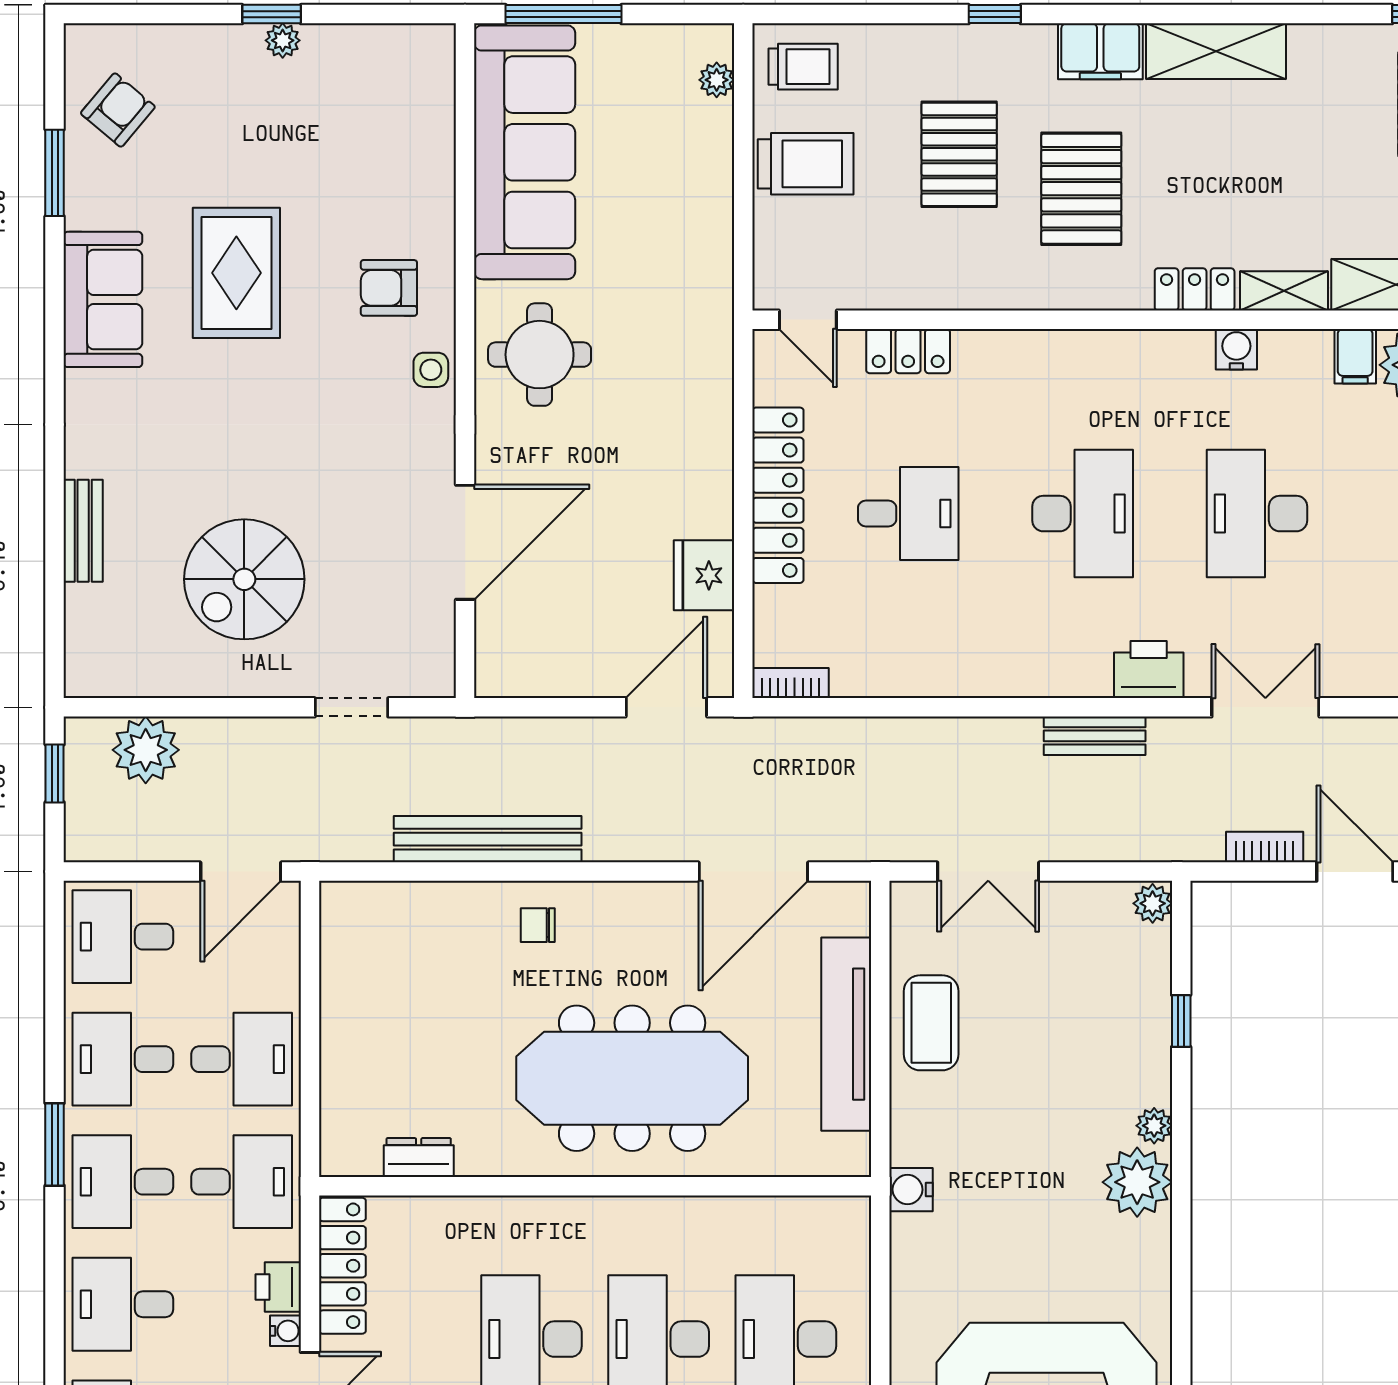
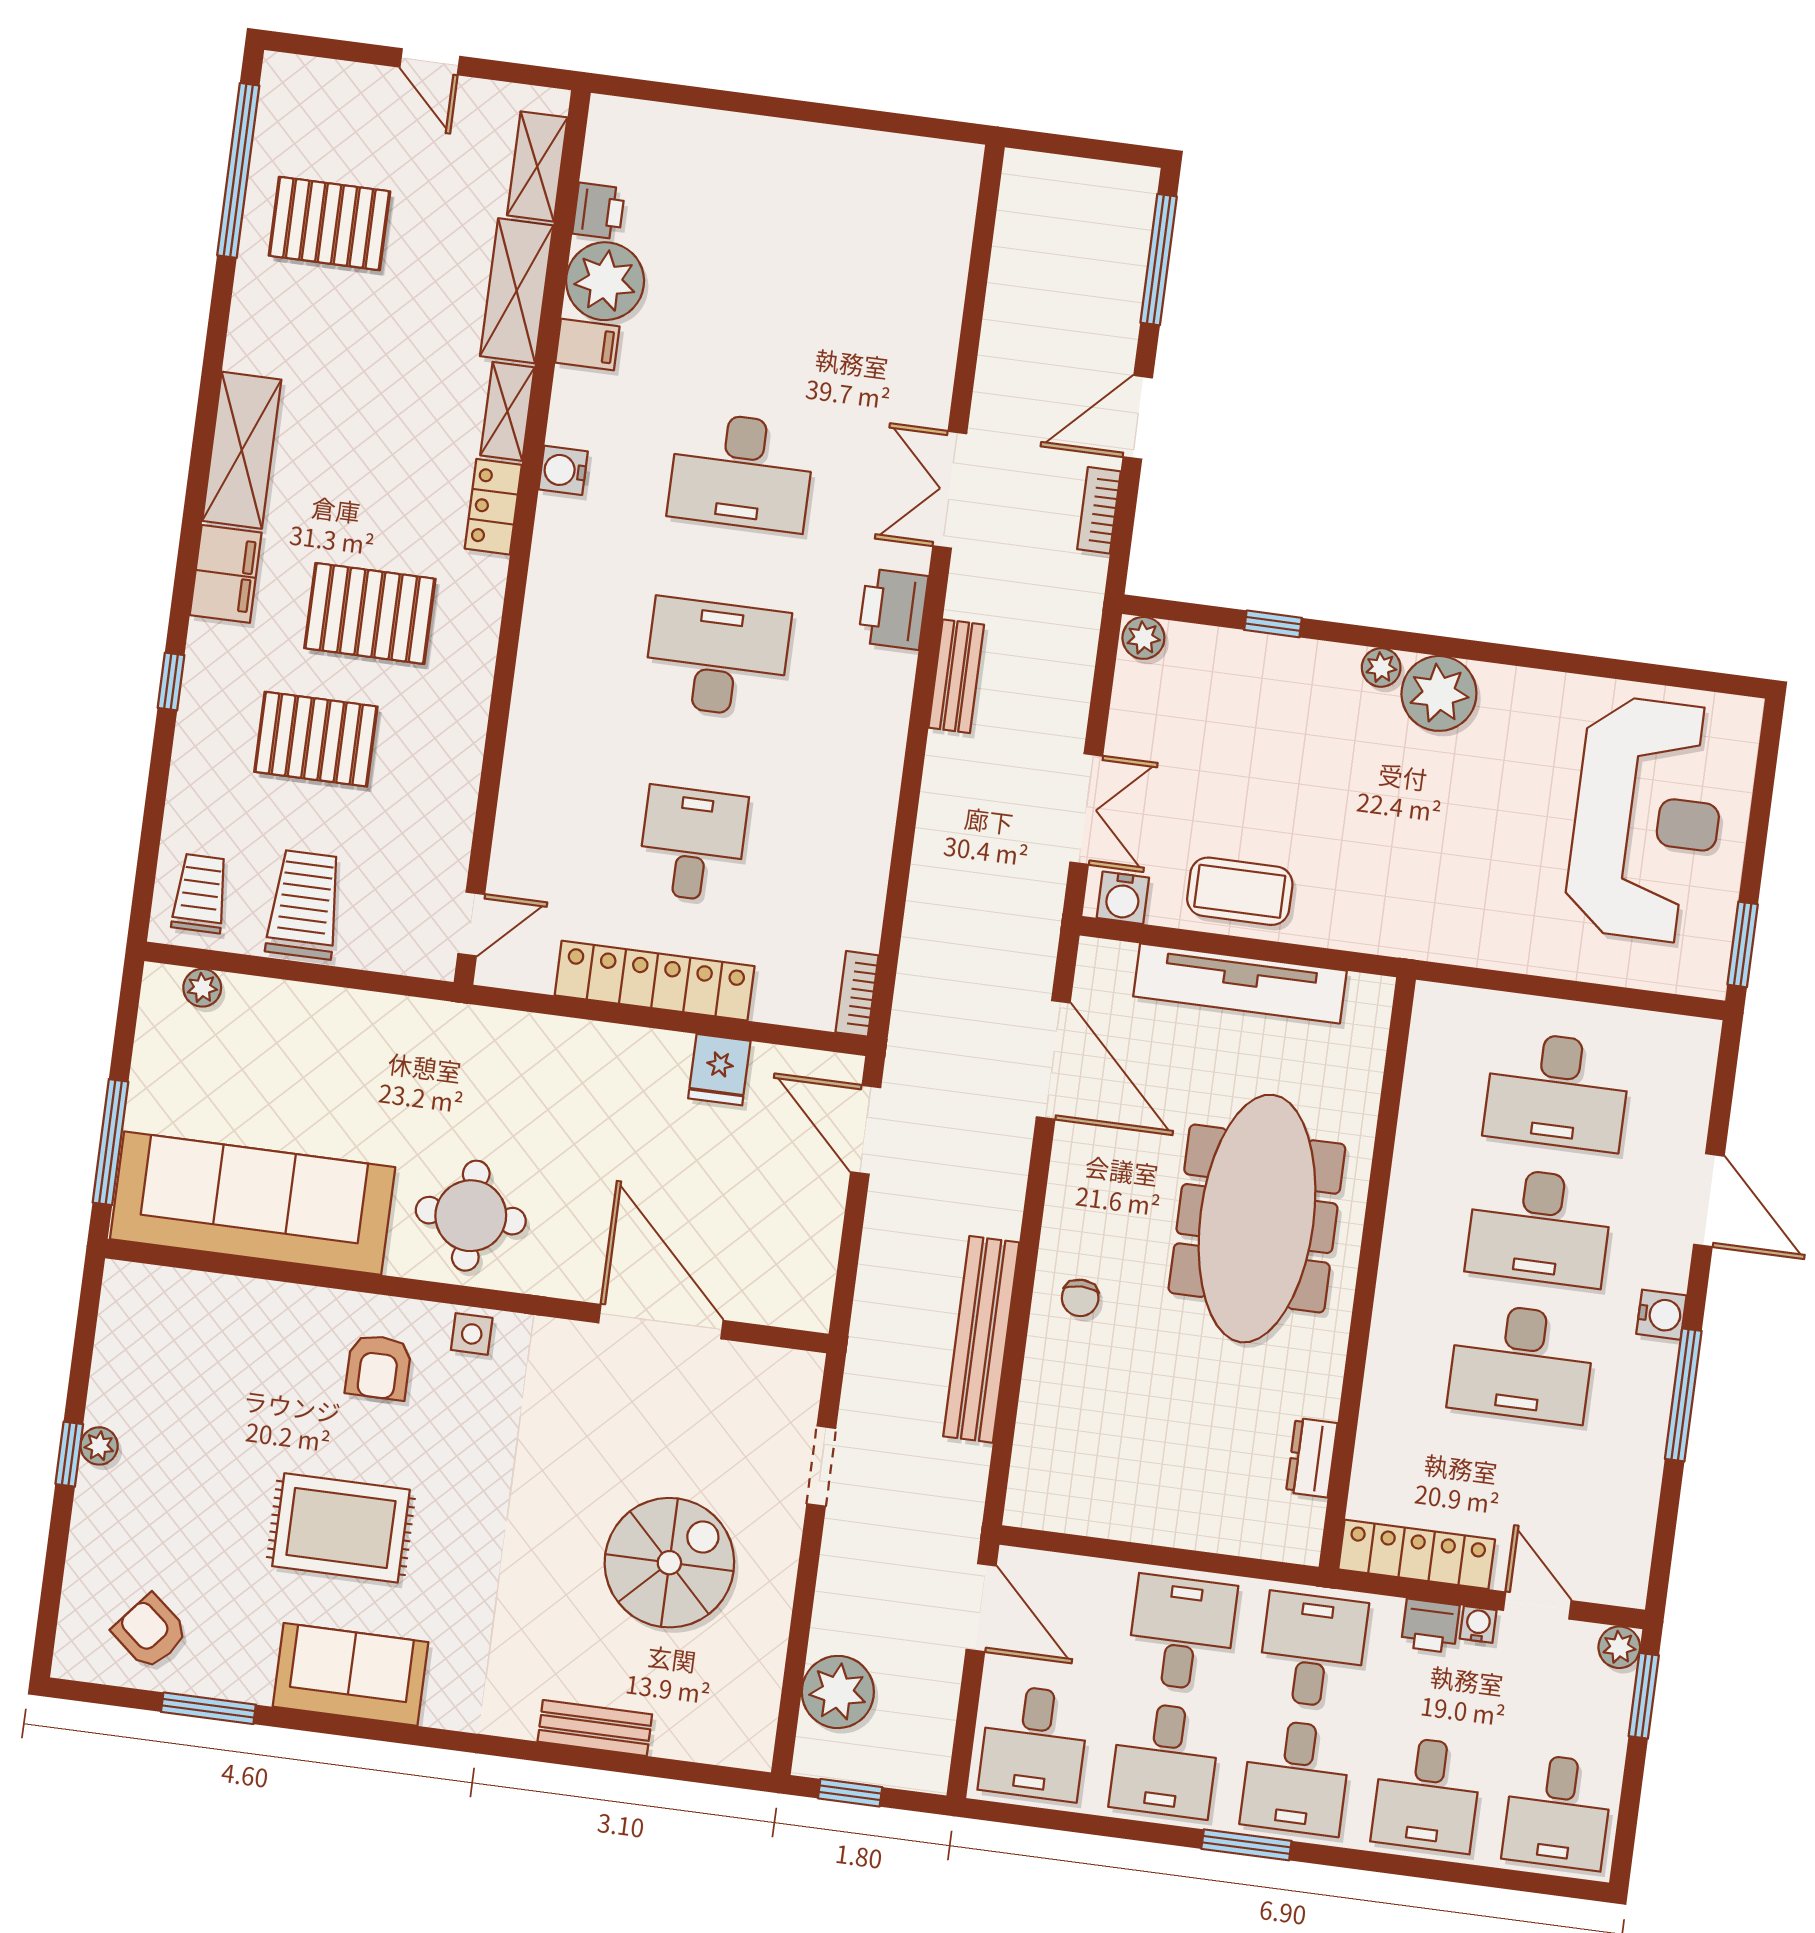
locker: (908, 351) -> (519, 821), removed
fridge: (704, 575) -> (719, 1070), width x0.72
spiral stairs: (244, 579) -> (669, 1563), turned -90
water cooler: (911, 1190) -> (1123, 898), moved

